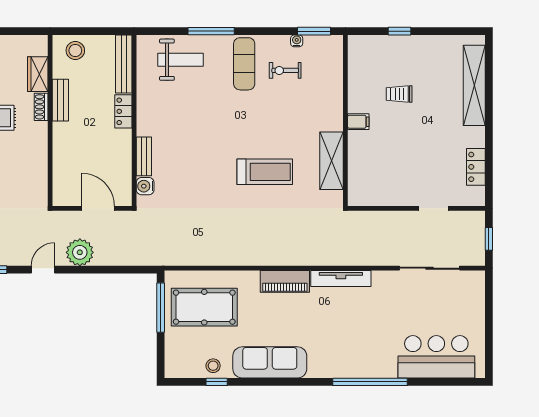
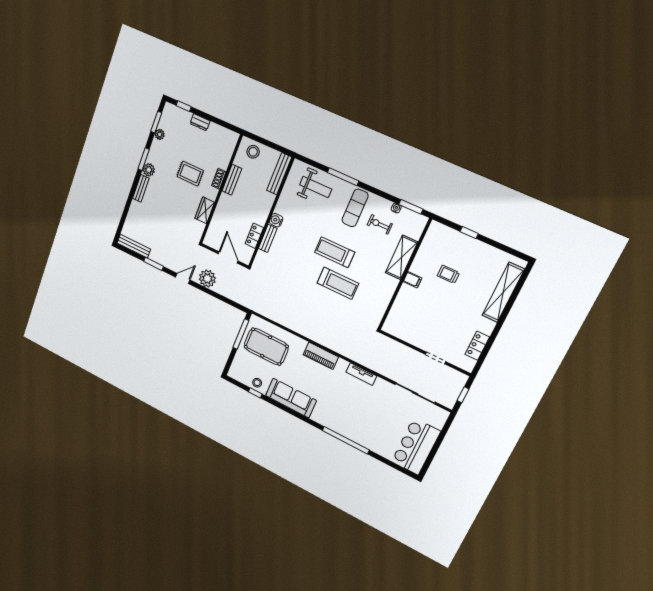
wardrobe: (38, 74) -> (205, 210), moved
locker: (123, 111) -> (254, 236), moved
treadmill: (242, 133) -> (335, 252), added
shelving: (332, 161) -> (401, 257), moved
water cooler: (145, 186) -> (276, 220), moved
tv unit: (341, 279) -> (361, 374), width x0.71
bar counter: (436, 357) -> (416, 446), moved, turned -90

